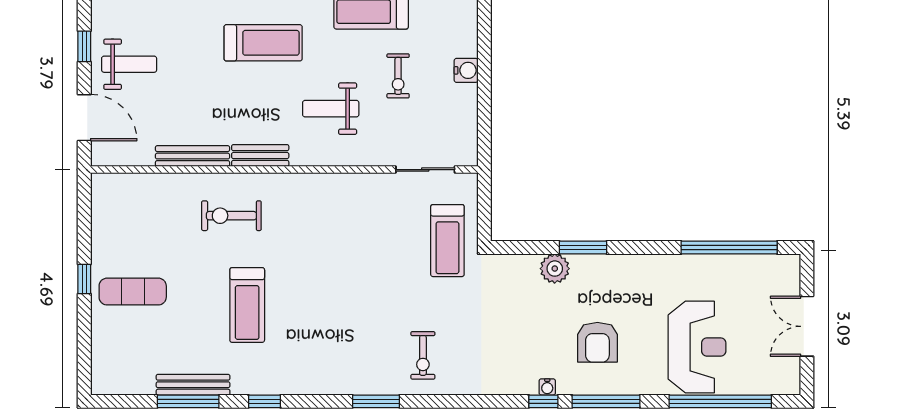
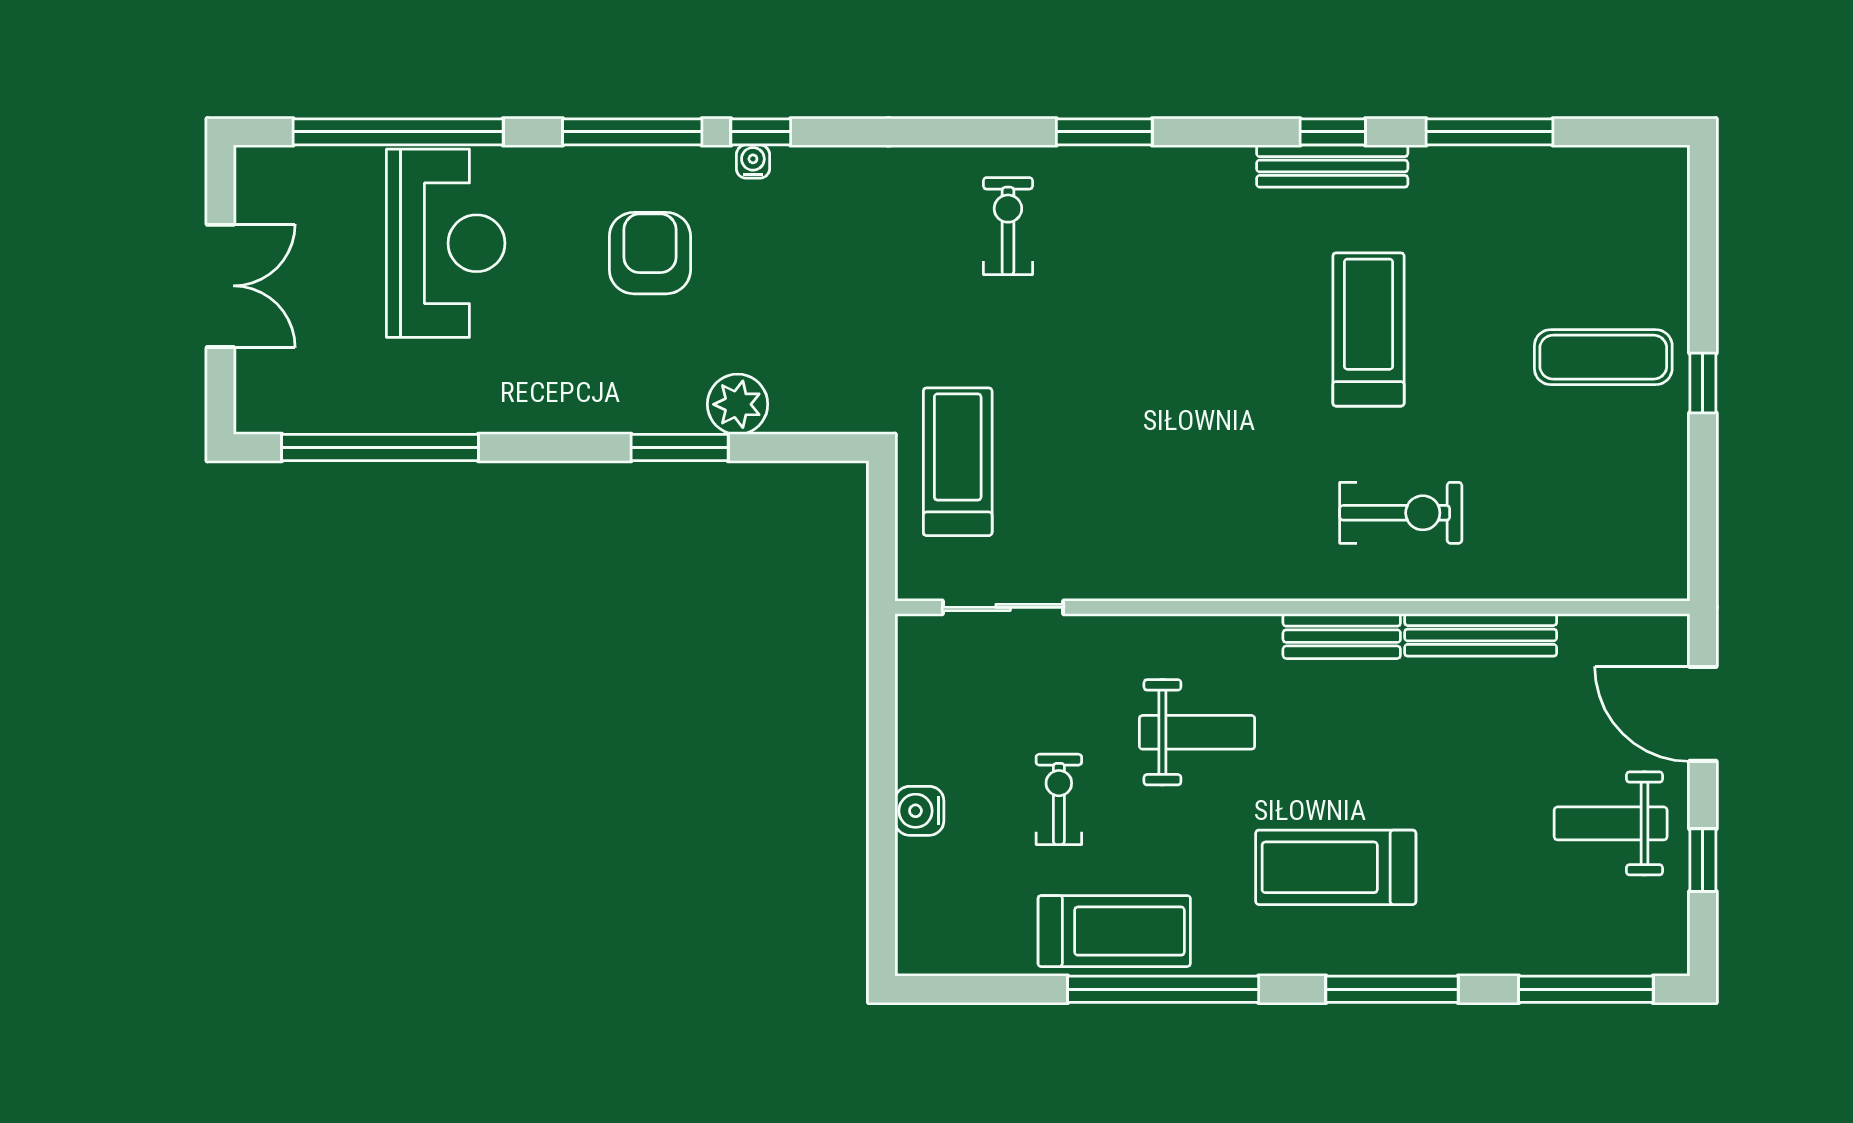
reception desk: (697, 347) -> (446, 243), turned 180
bench: (193, 385) -> (1332, 166), moved

